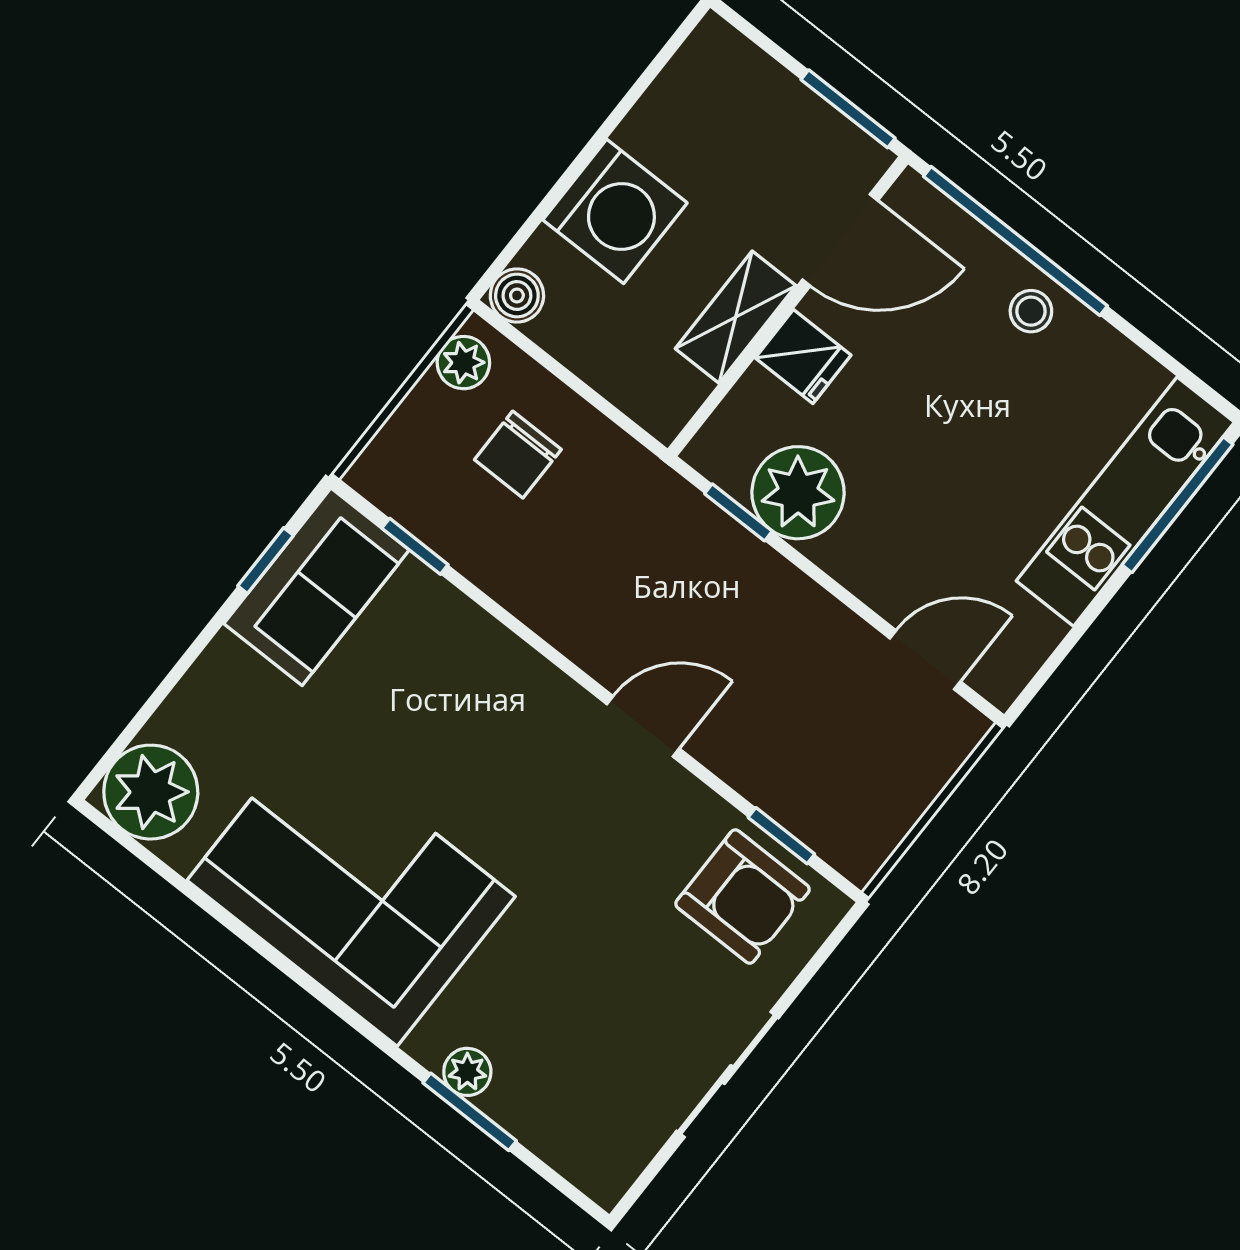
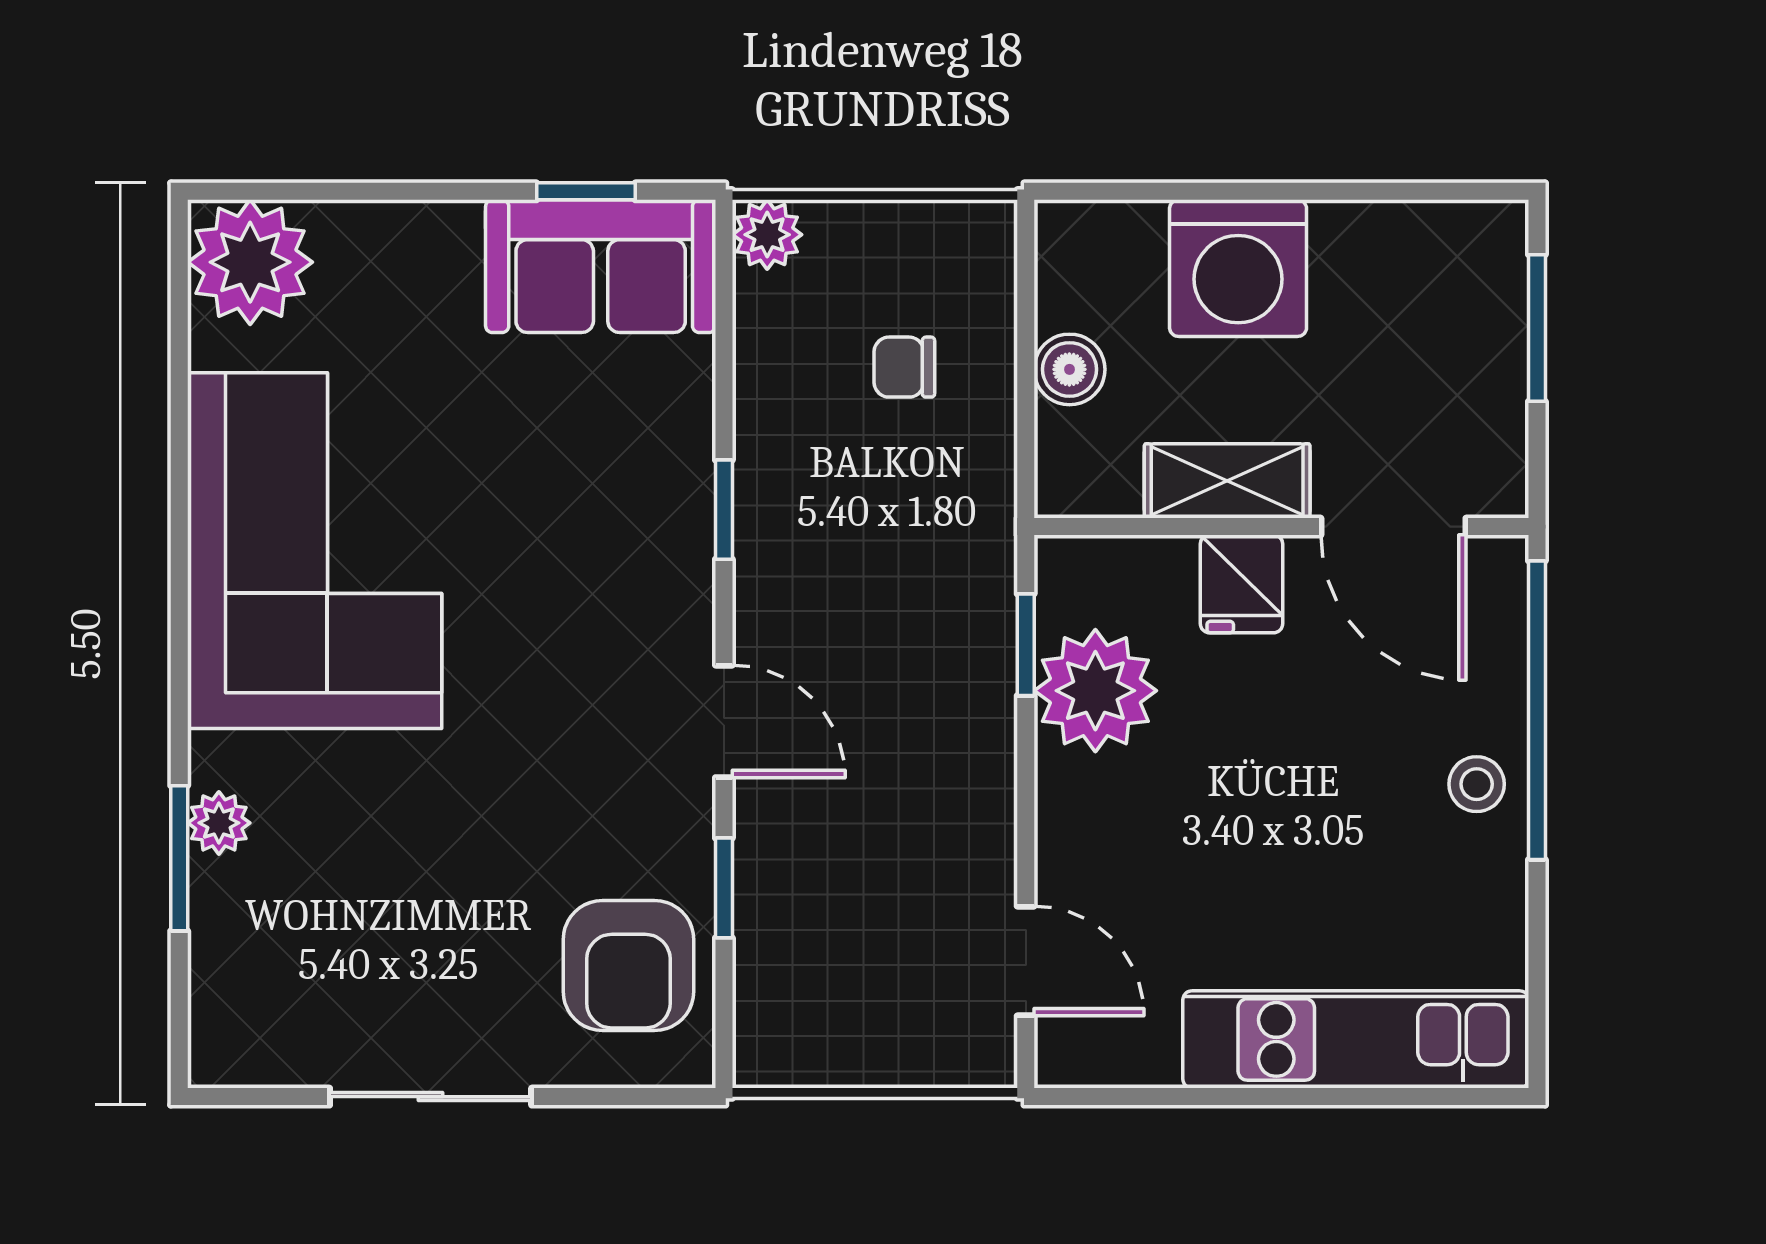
window: (848, 109) -> (1537, 328), moved
boiler: (517, 295) -> (1069, 369), moved
plant: (463, 363) -> (767, 235), moved
chair: (518, 455) -> (904, 367), width x0.73, depth x0.73
window: (1178, 505) -> (1395, 1097), removed
window: (415, 546) -> (724, 510), moved
window: (781, 836) -> (724, 888), moved

